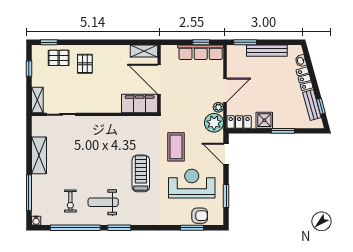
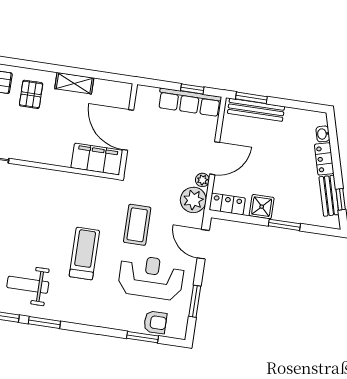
shelving: (144, 51) -> (74, 83), moved
bench: (267, 51) -> (256, 110), moved

